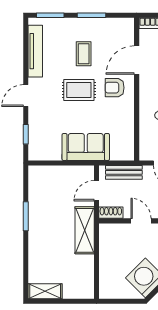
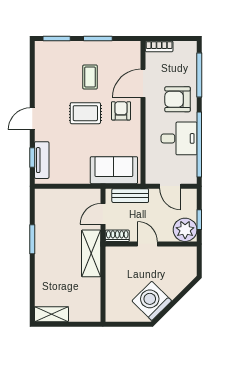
tv unit: (35, 51) -> (42, 160), moved, width x0.71
armchair: (115, 88) -> (121, 111), turned 90
sofa: (86, 147) -> (114, 170), moved

